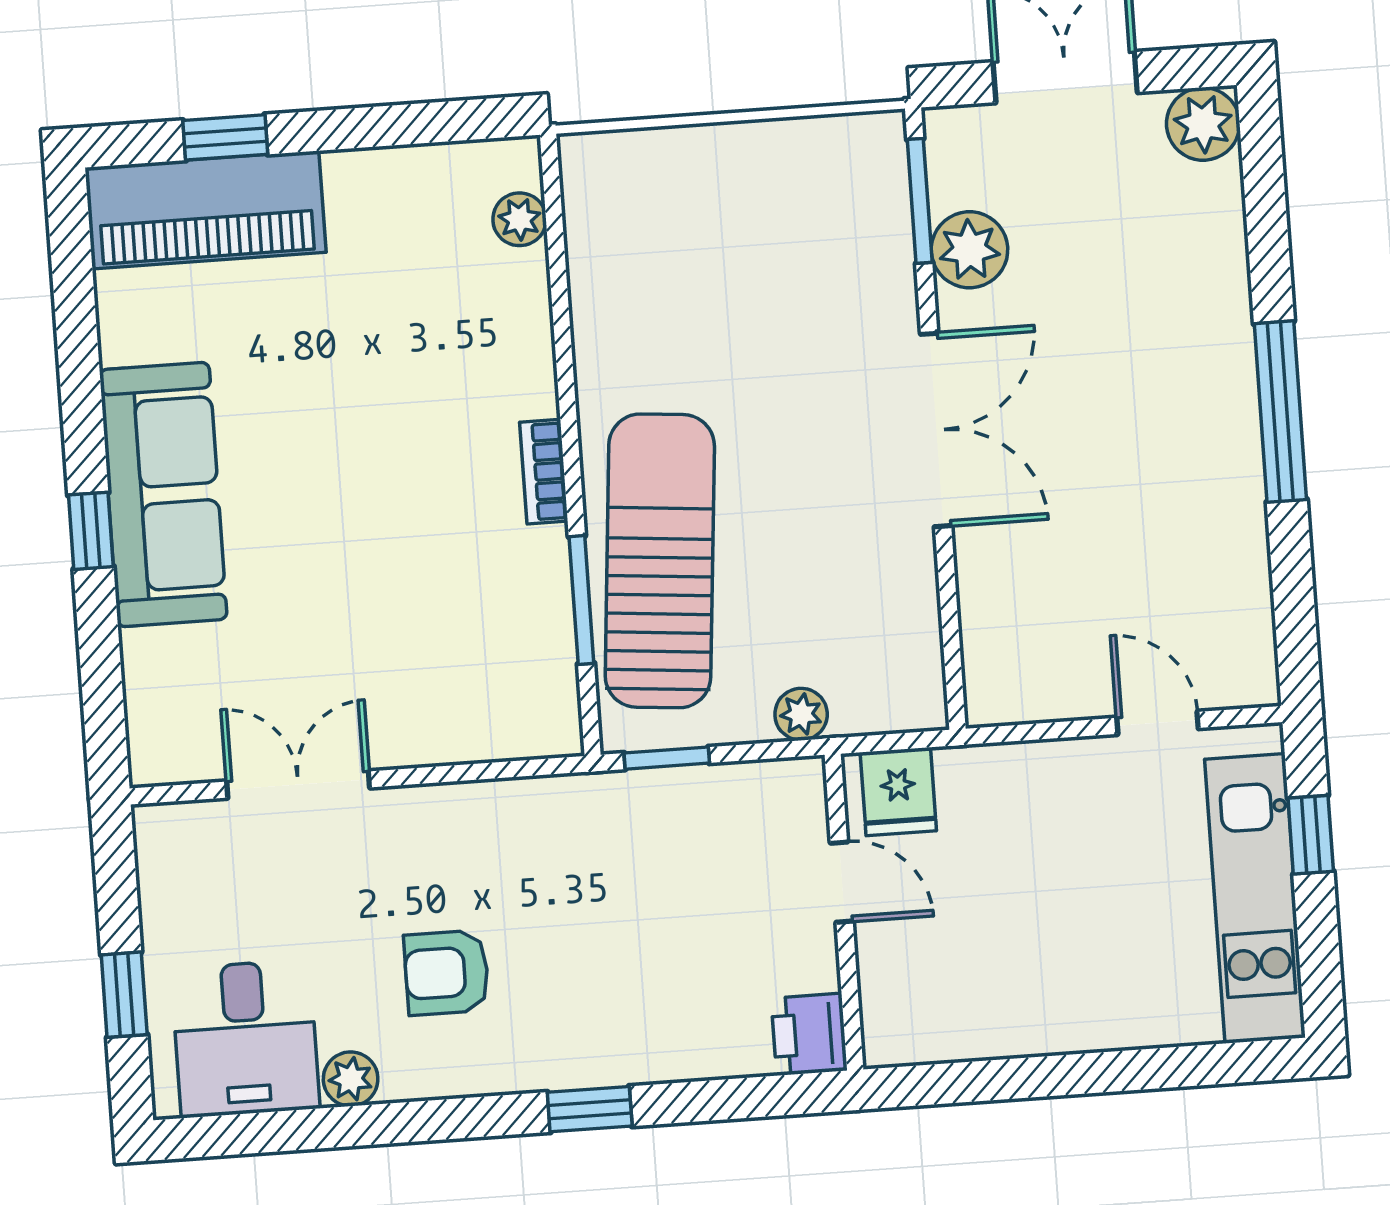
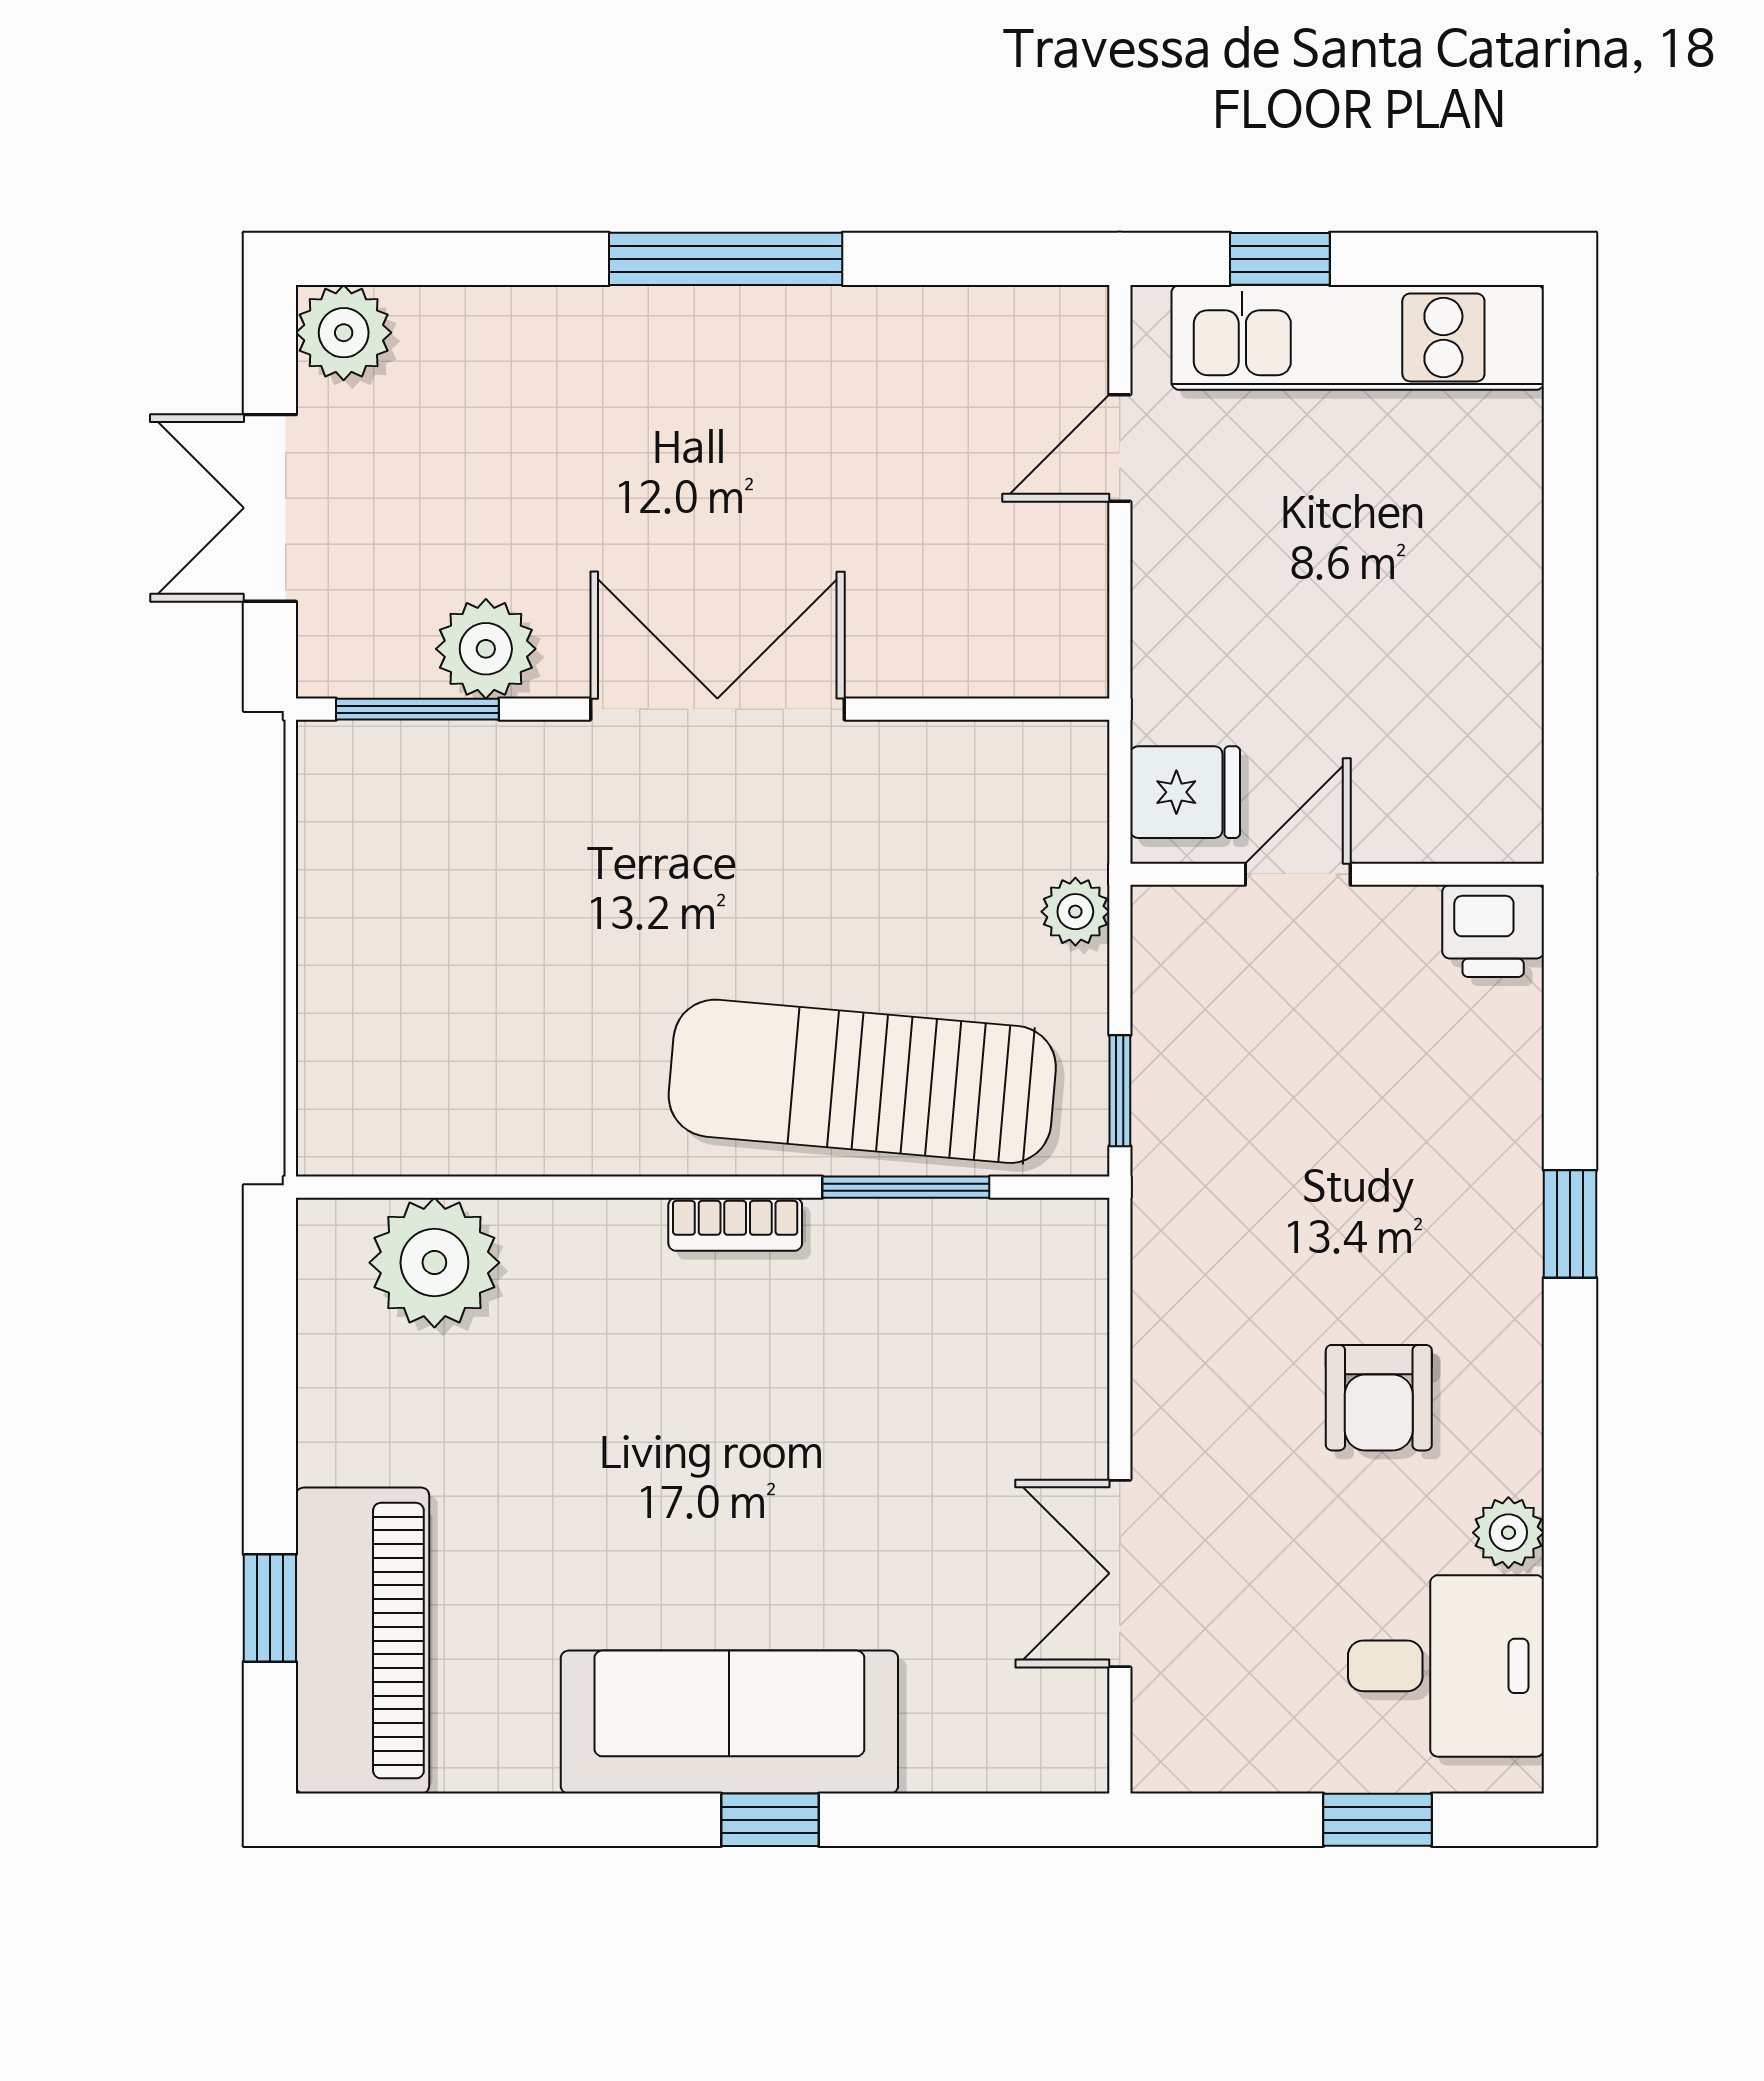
plant: (520, 219) -> (434, 1263), width x1.88, depth x1.88

